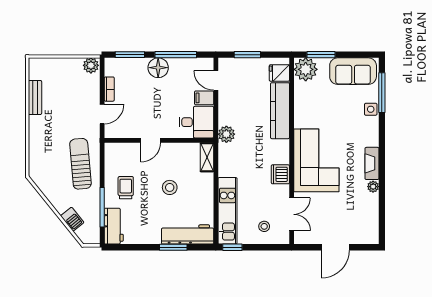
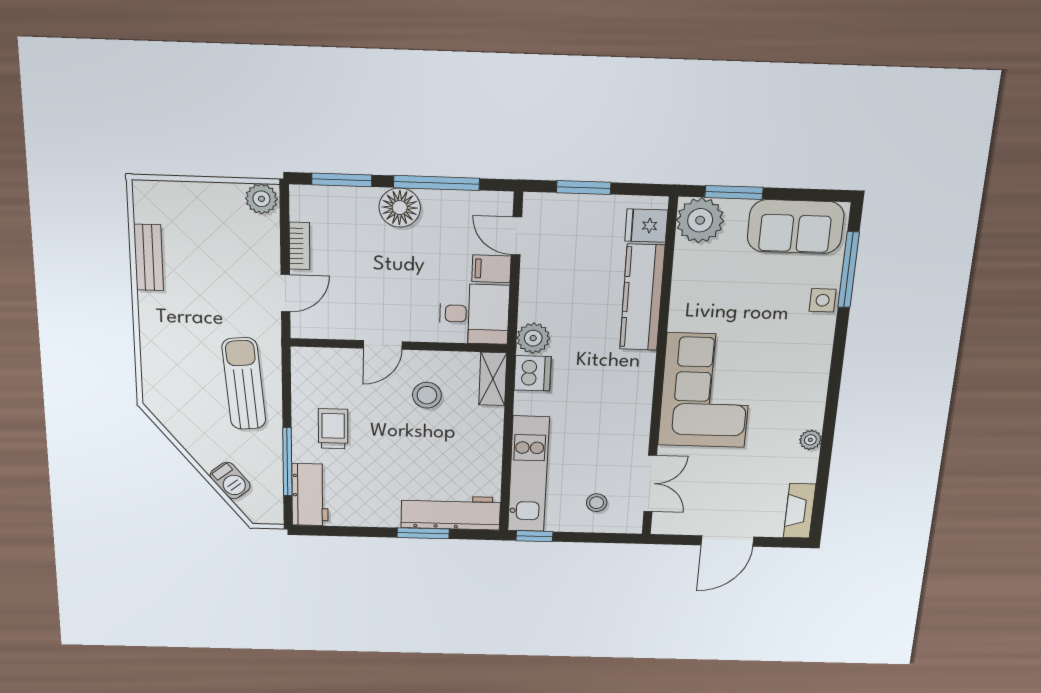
fireplace: (372, 163) -> (800, 511), moved
dishwasher: (280, 174) -> (533, 373), moved, turned 180
stool: (170, 187) -> (427, 395), moved

